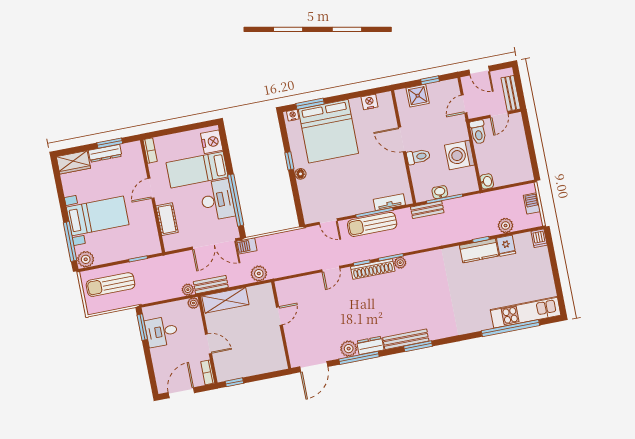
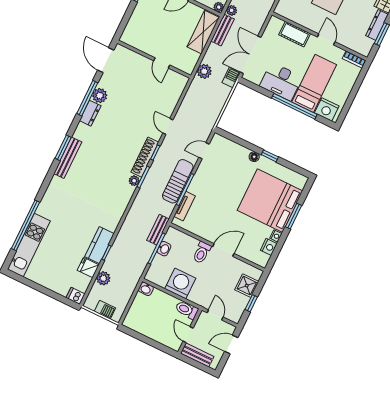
window: (310, 104) -> (294, 216), moved
nightstand: (293, 115) -> (276, 236), moved
window: (236, 200) -> (294, 106), moved
bench: (406, 339) -> (68, 158), moved

